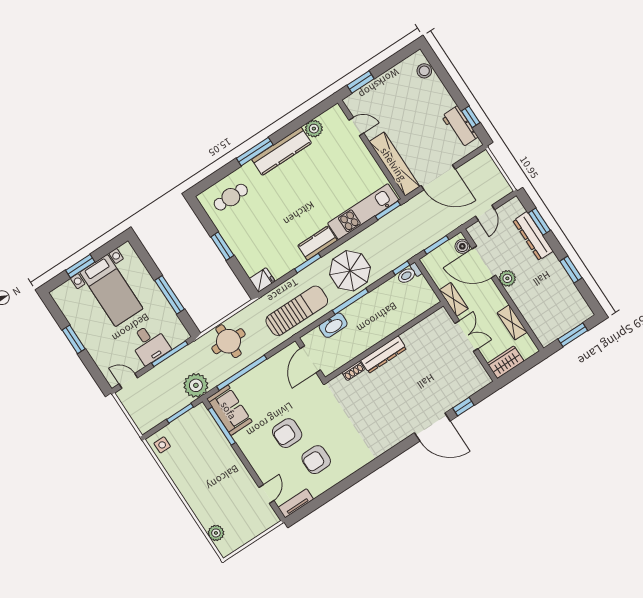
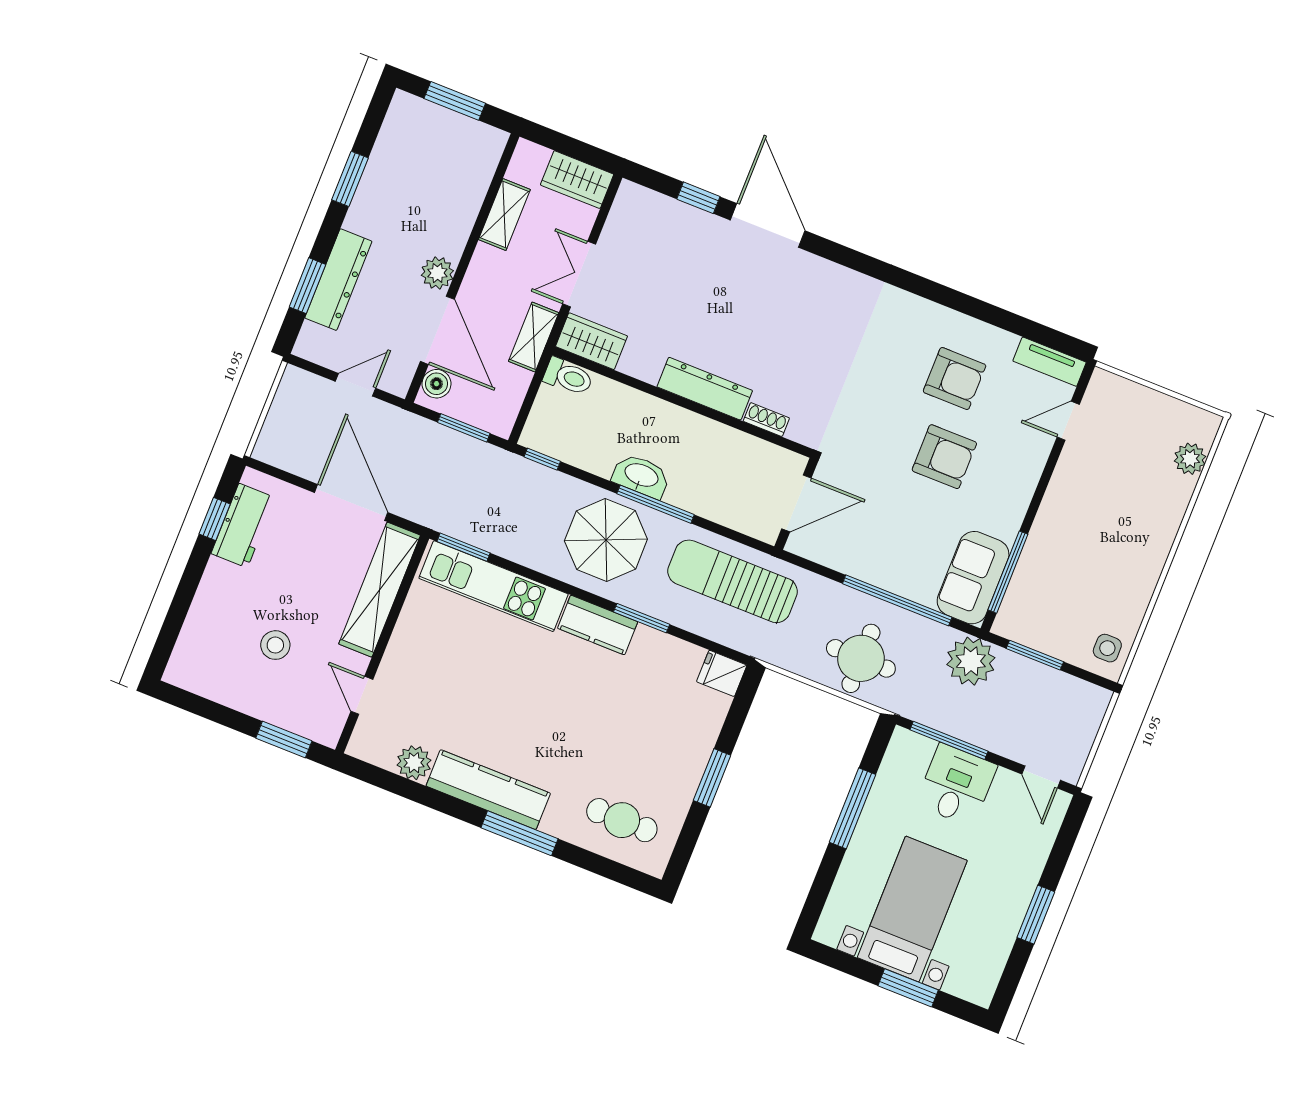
stool: (424, 71) -> (275, 645), moved
toilet: (409, 274) -> (568, 377), moved
wardrobe: (435, 322) -> (592, 341), added
washbasin: (333, 325) -> (641, 476), moved

